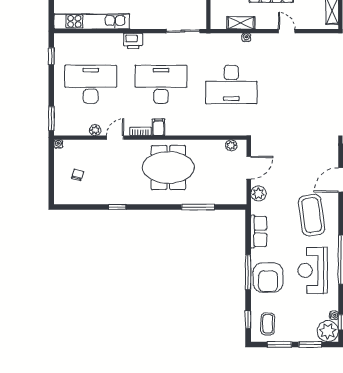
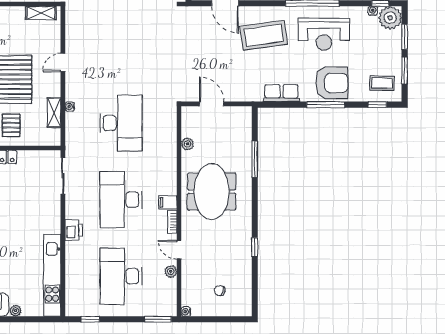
plant: (231, 145) -> (187, 144), moved
plant: (258, 193) -> (240, 93), removed

